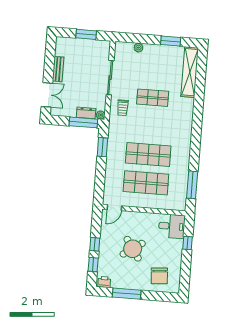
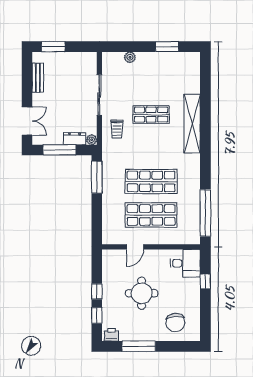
window: (86, 34) -> (53, 47), moved
bench: (58, 69) -> (38, 78), moved
shelving: (190, 72) -> (192, 124), moved
window: (83, 122) -> (59, 150), moved
window: (102, 147) -> (97, 177), width x1.44
window: (192, 185) -> (205, 213), width x1.46
door: (114, 208) -> (135, 247), moved
round table: (133, 249) -> (142, 293), turned 34

